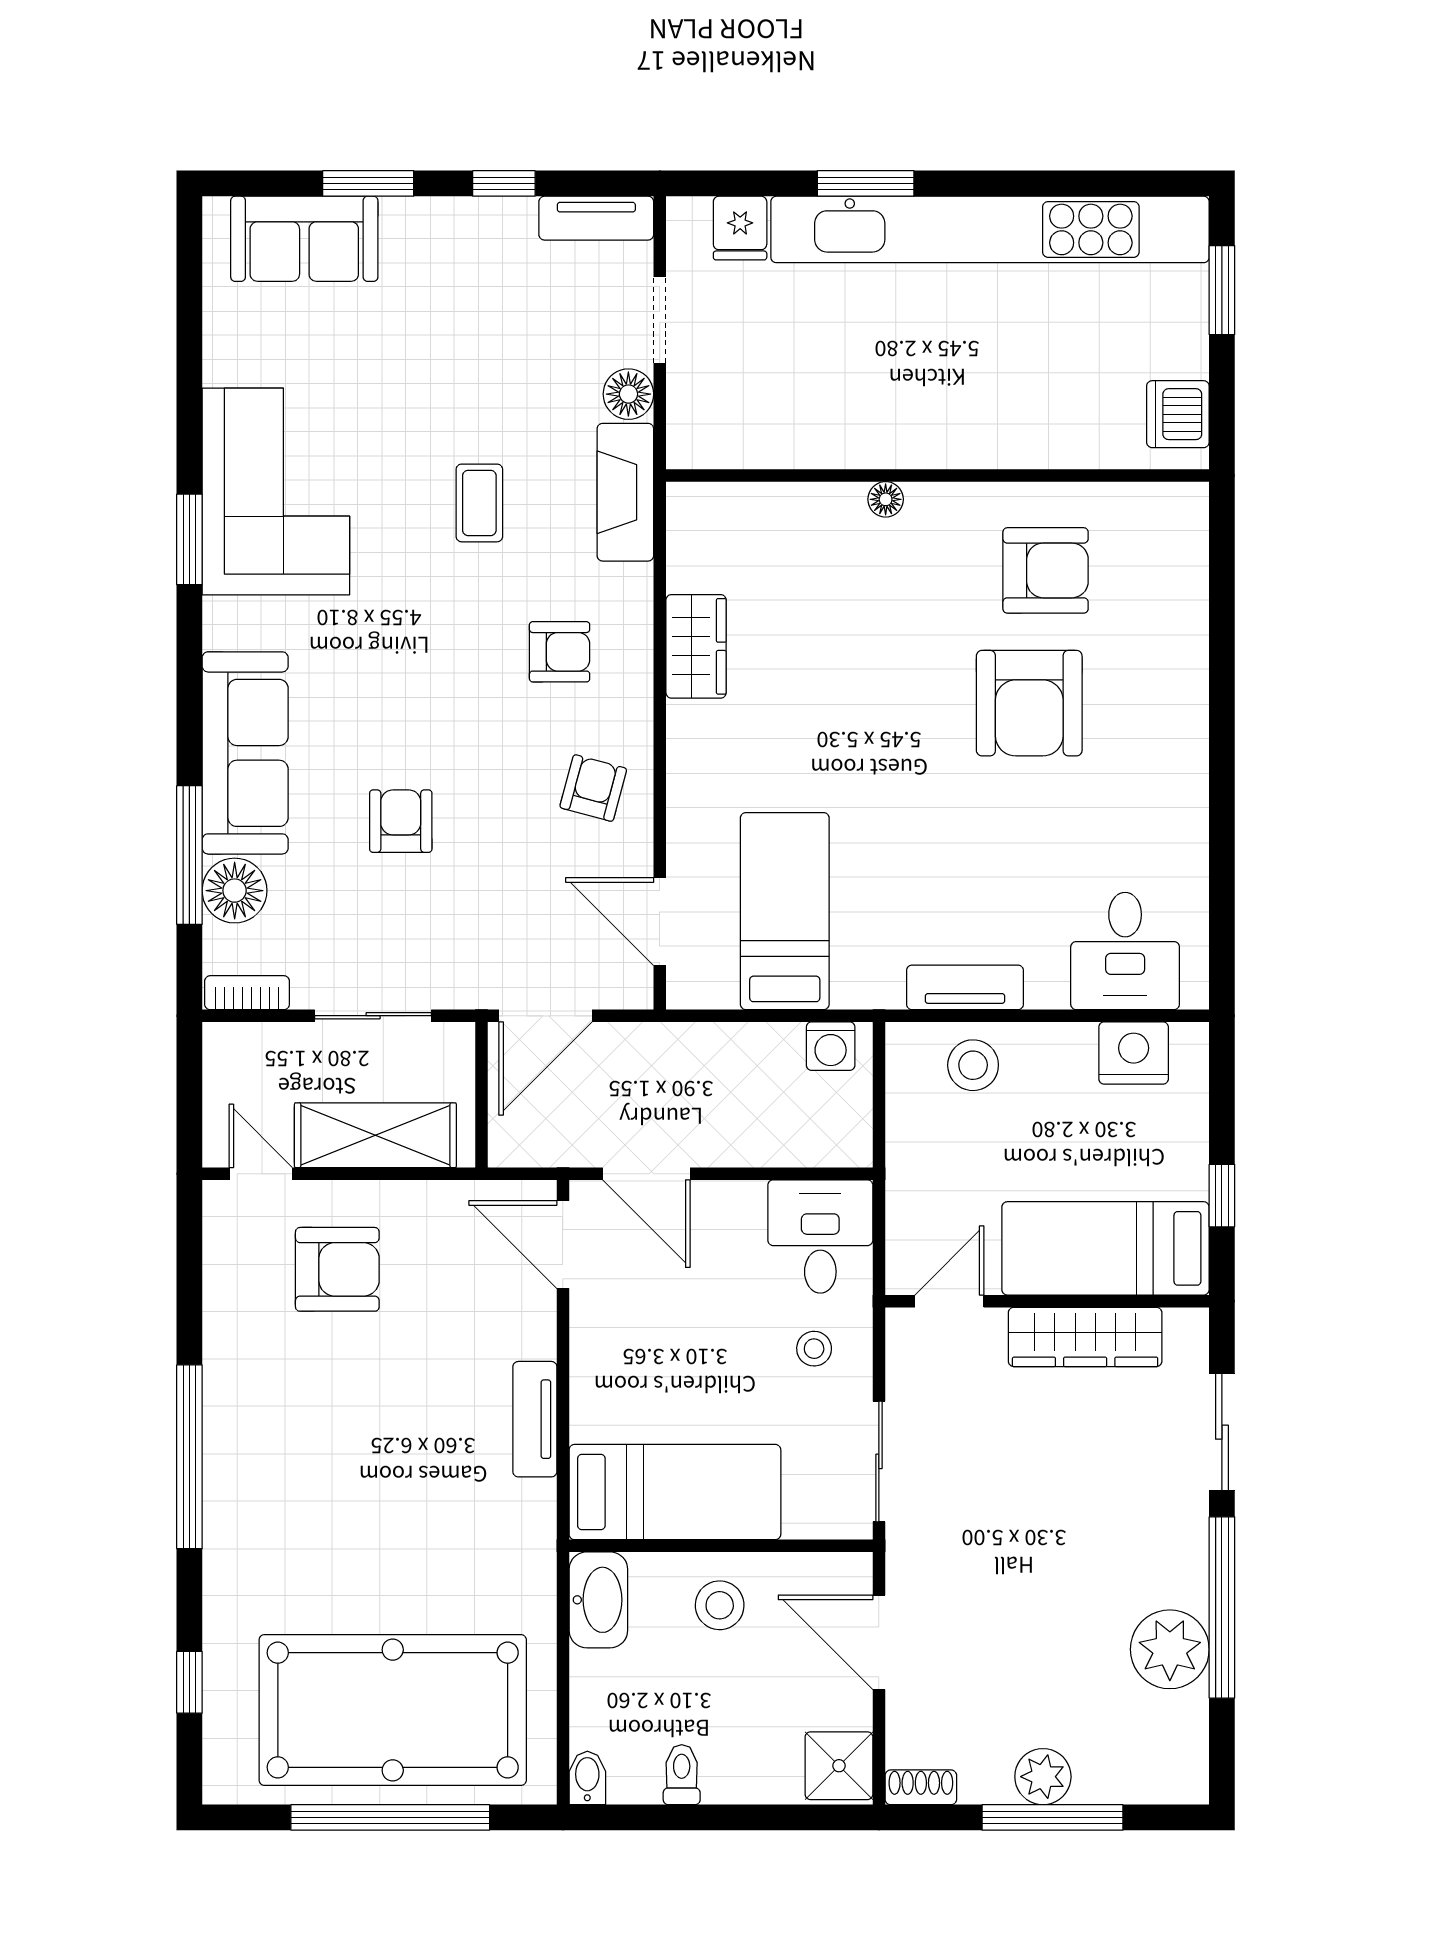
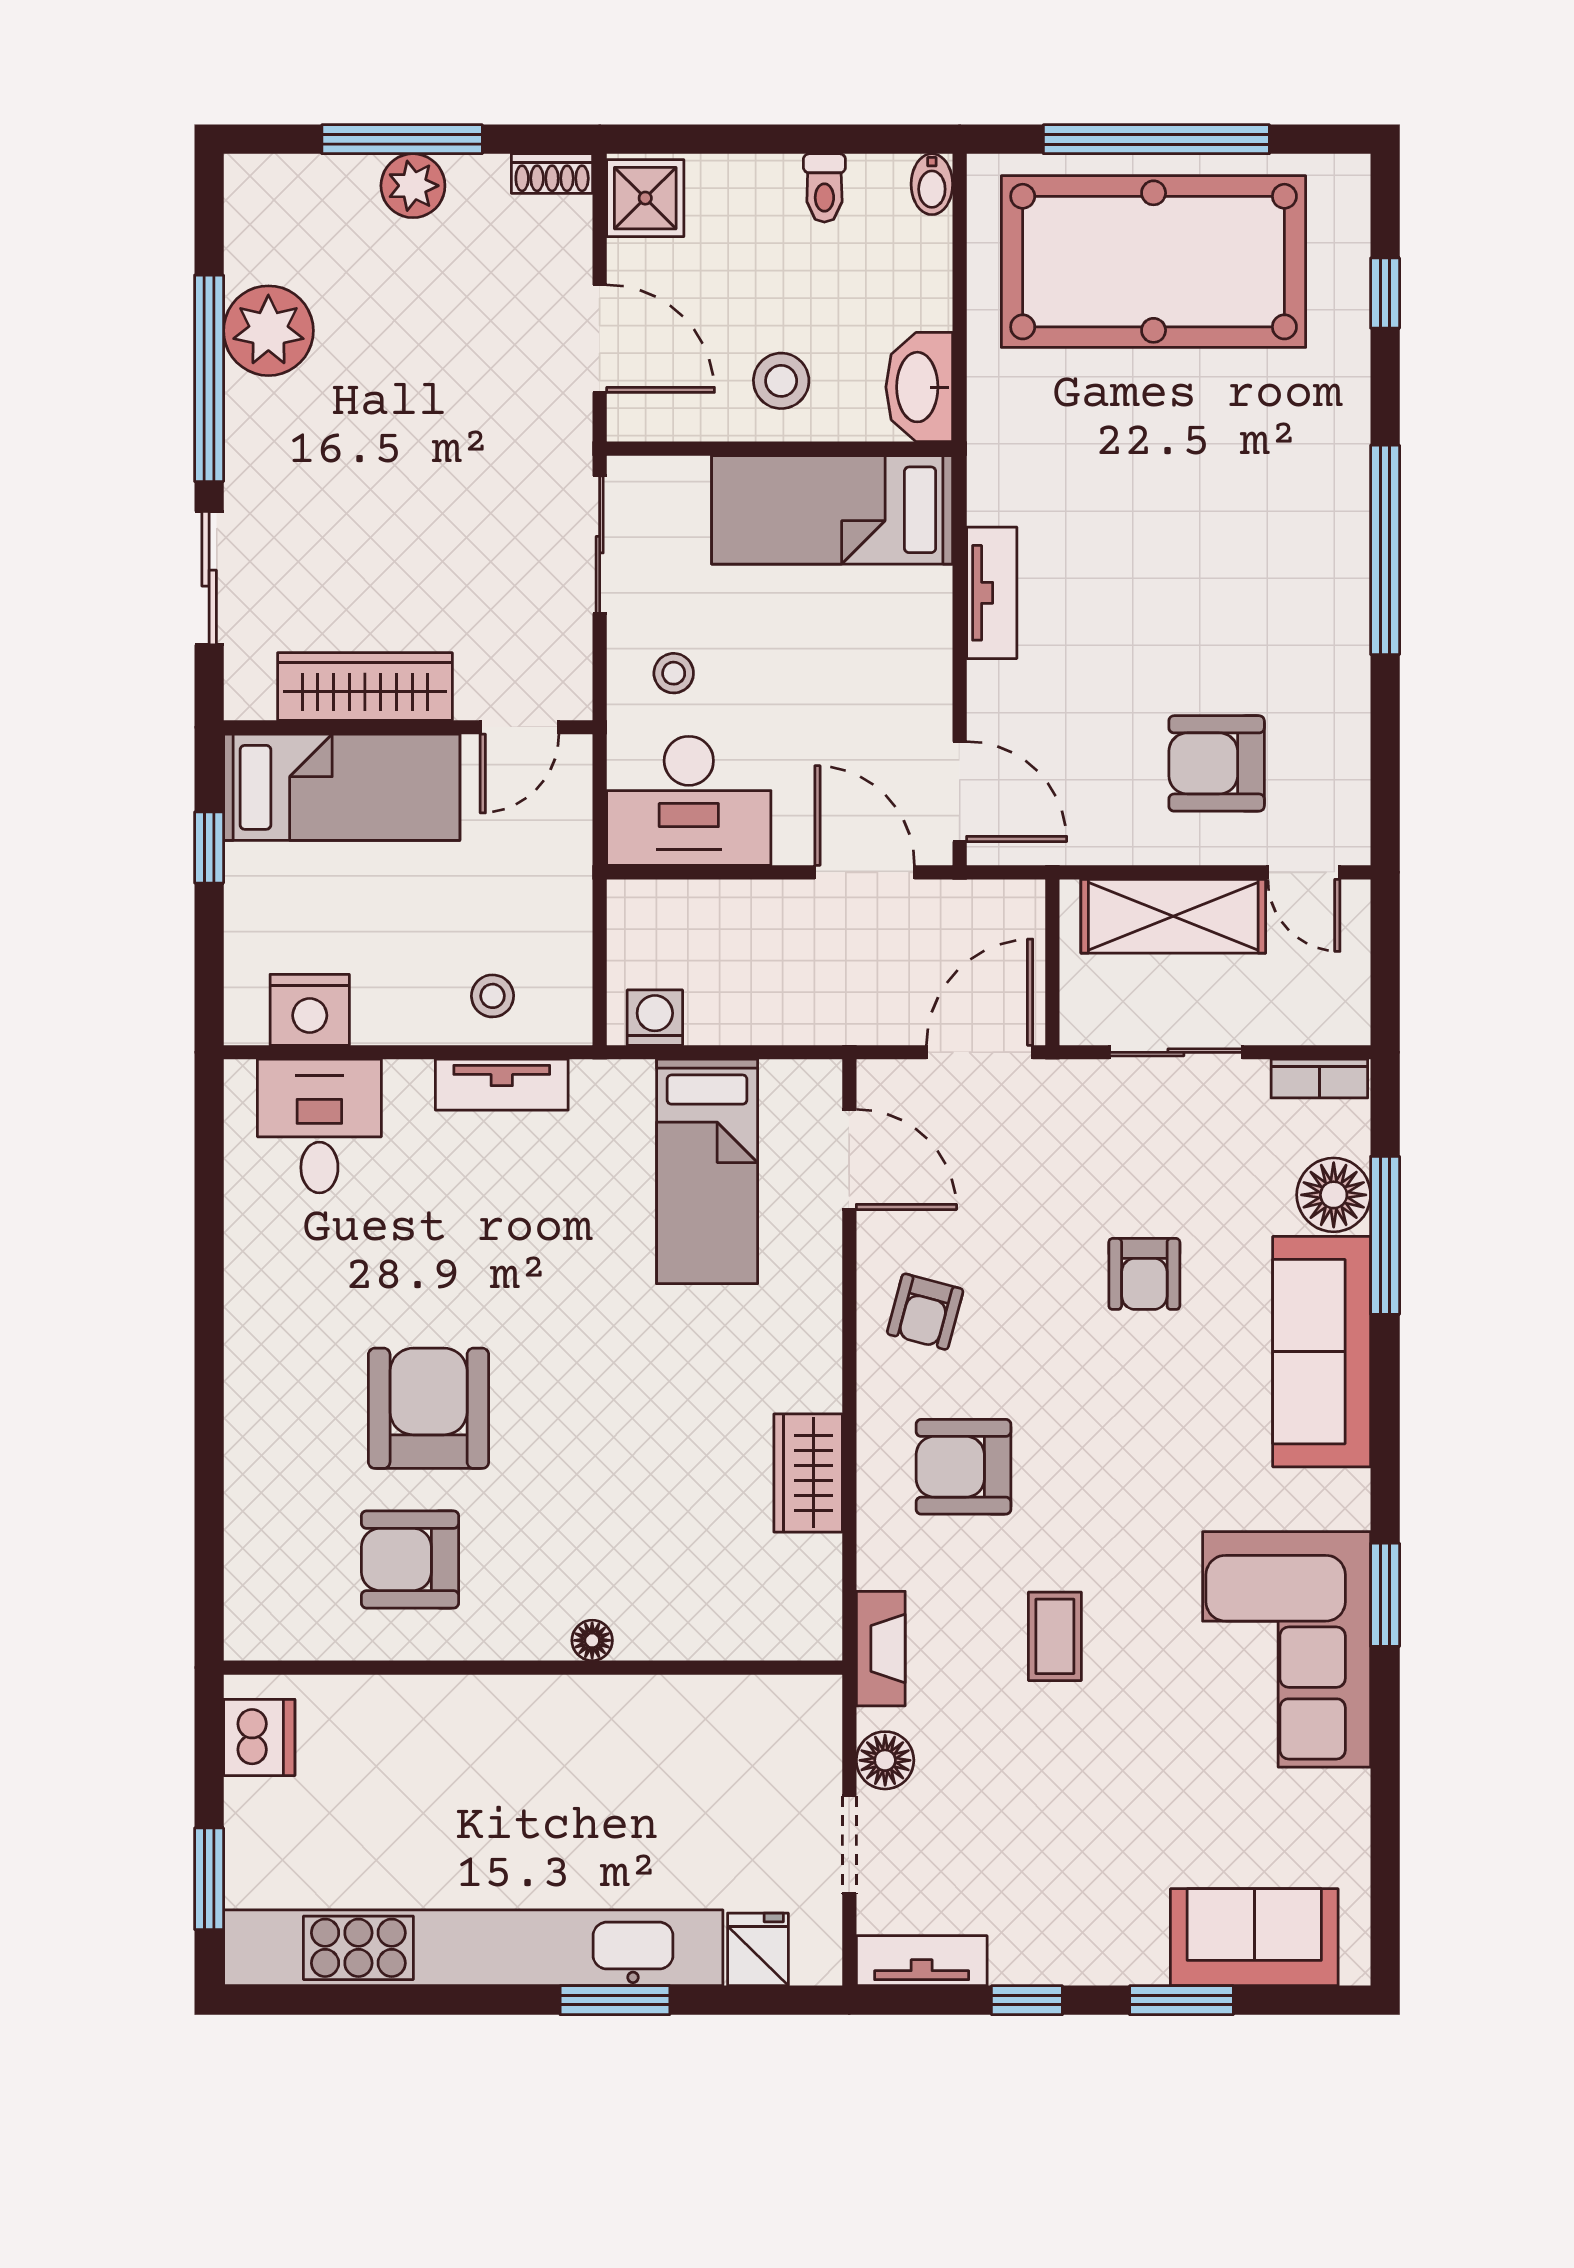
fireplace: (625, 492) -> (881, 1649), width x0.73, depth x0.76
armchair: (560, 652) -> (963, 1467), width x1.38, depth x1.38
stool: (973, 1065) -> (493, 996), width x0.73, depth x0.73
desk: (820, 1237) -> (689, 801), width x1.37

